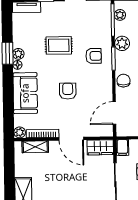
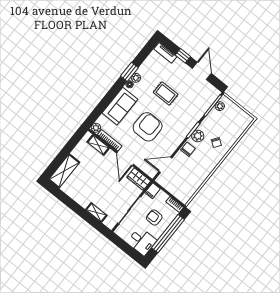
plant: (122, 43) -> (198, 136), moved
armchair: (94, 56) -> (182, 118), removed
armchair: (68, 91) -> (148, 127), width x1.88, depth x1.88

